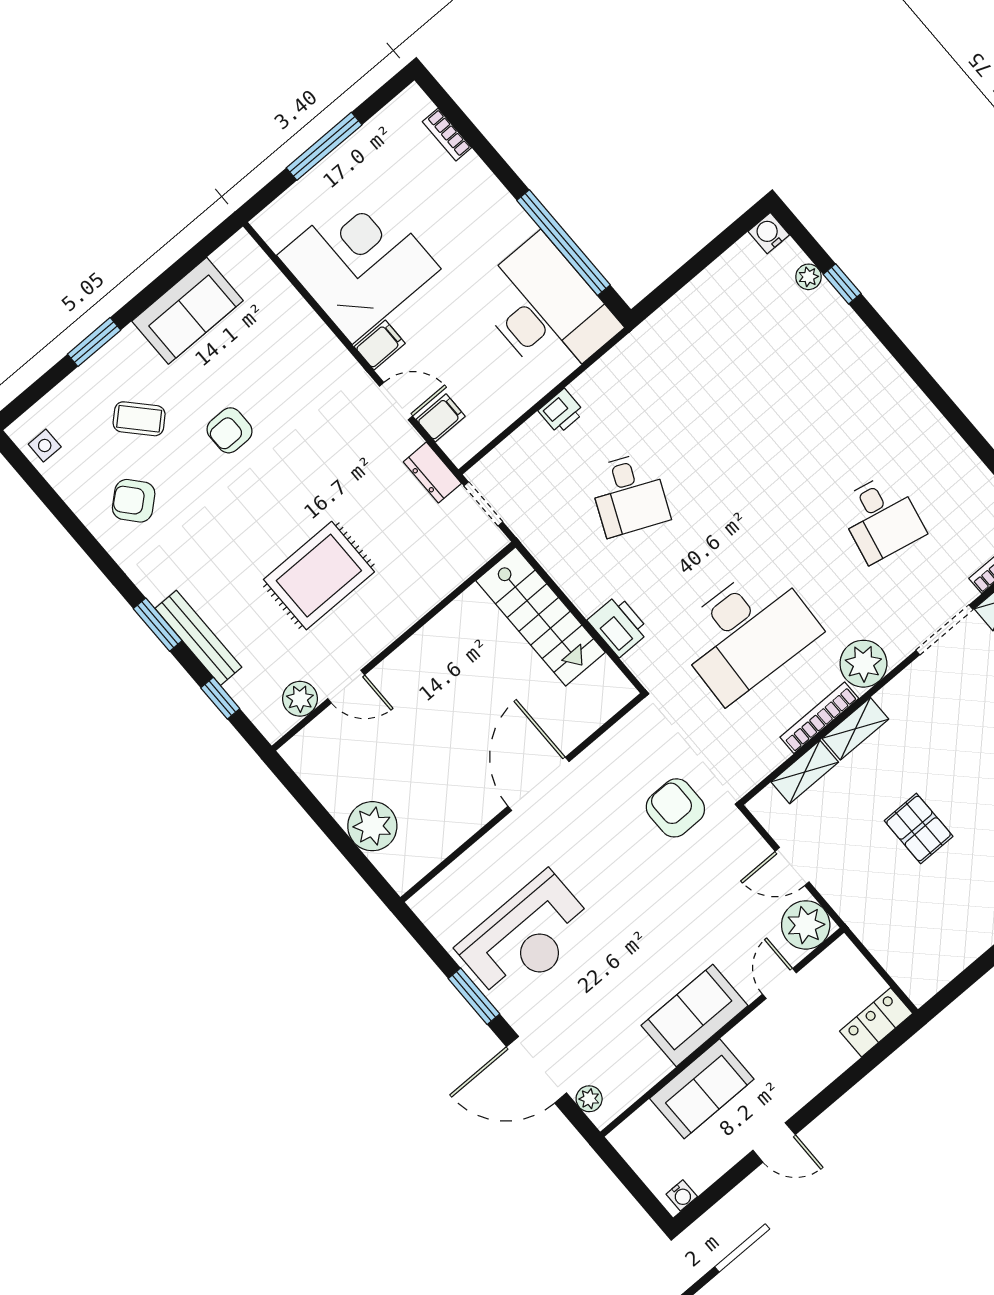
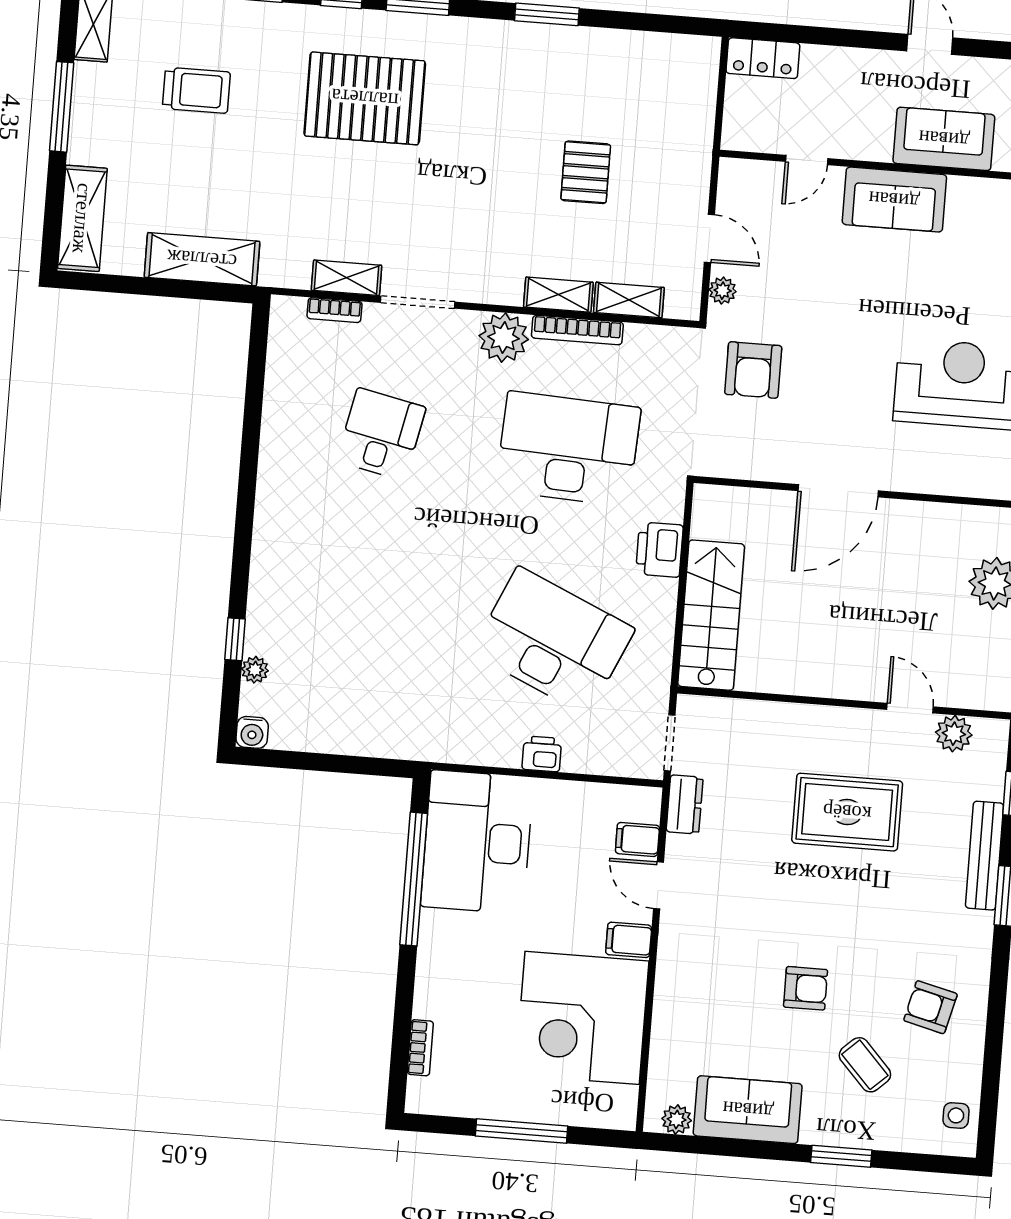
plant: (228, 257) -> (677, 1119), added
desk: (629, 494) -> (553, 641), width x1.87, depth x1.30
armchair: (134, 501) -> (930, 1007), turned 145
plant: (806, 925) -> (723, 291), moved, width x0.53, depth x0.53

